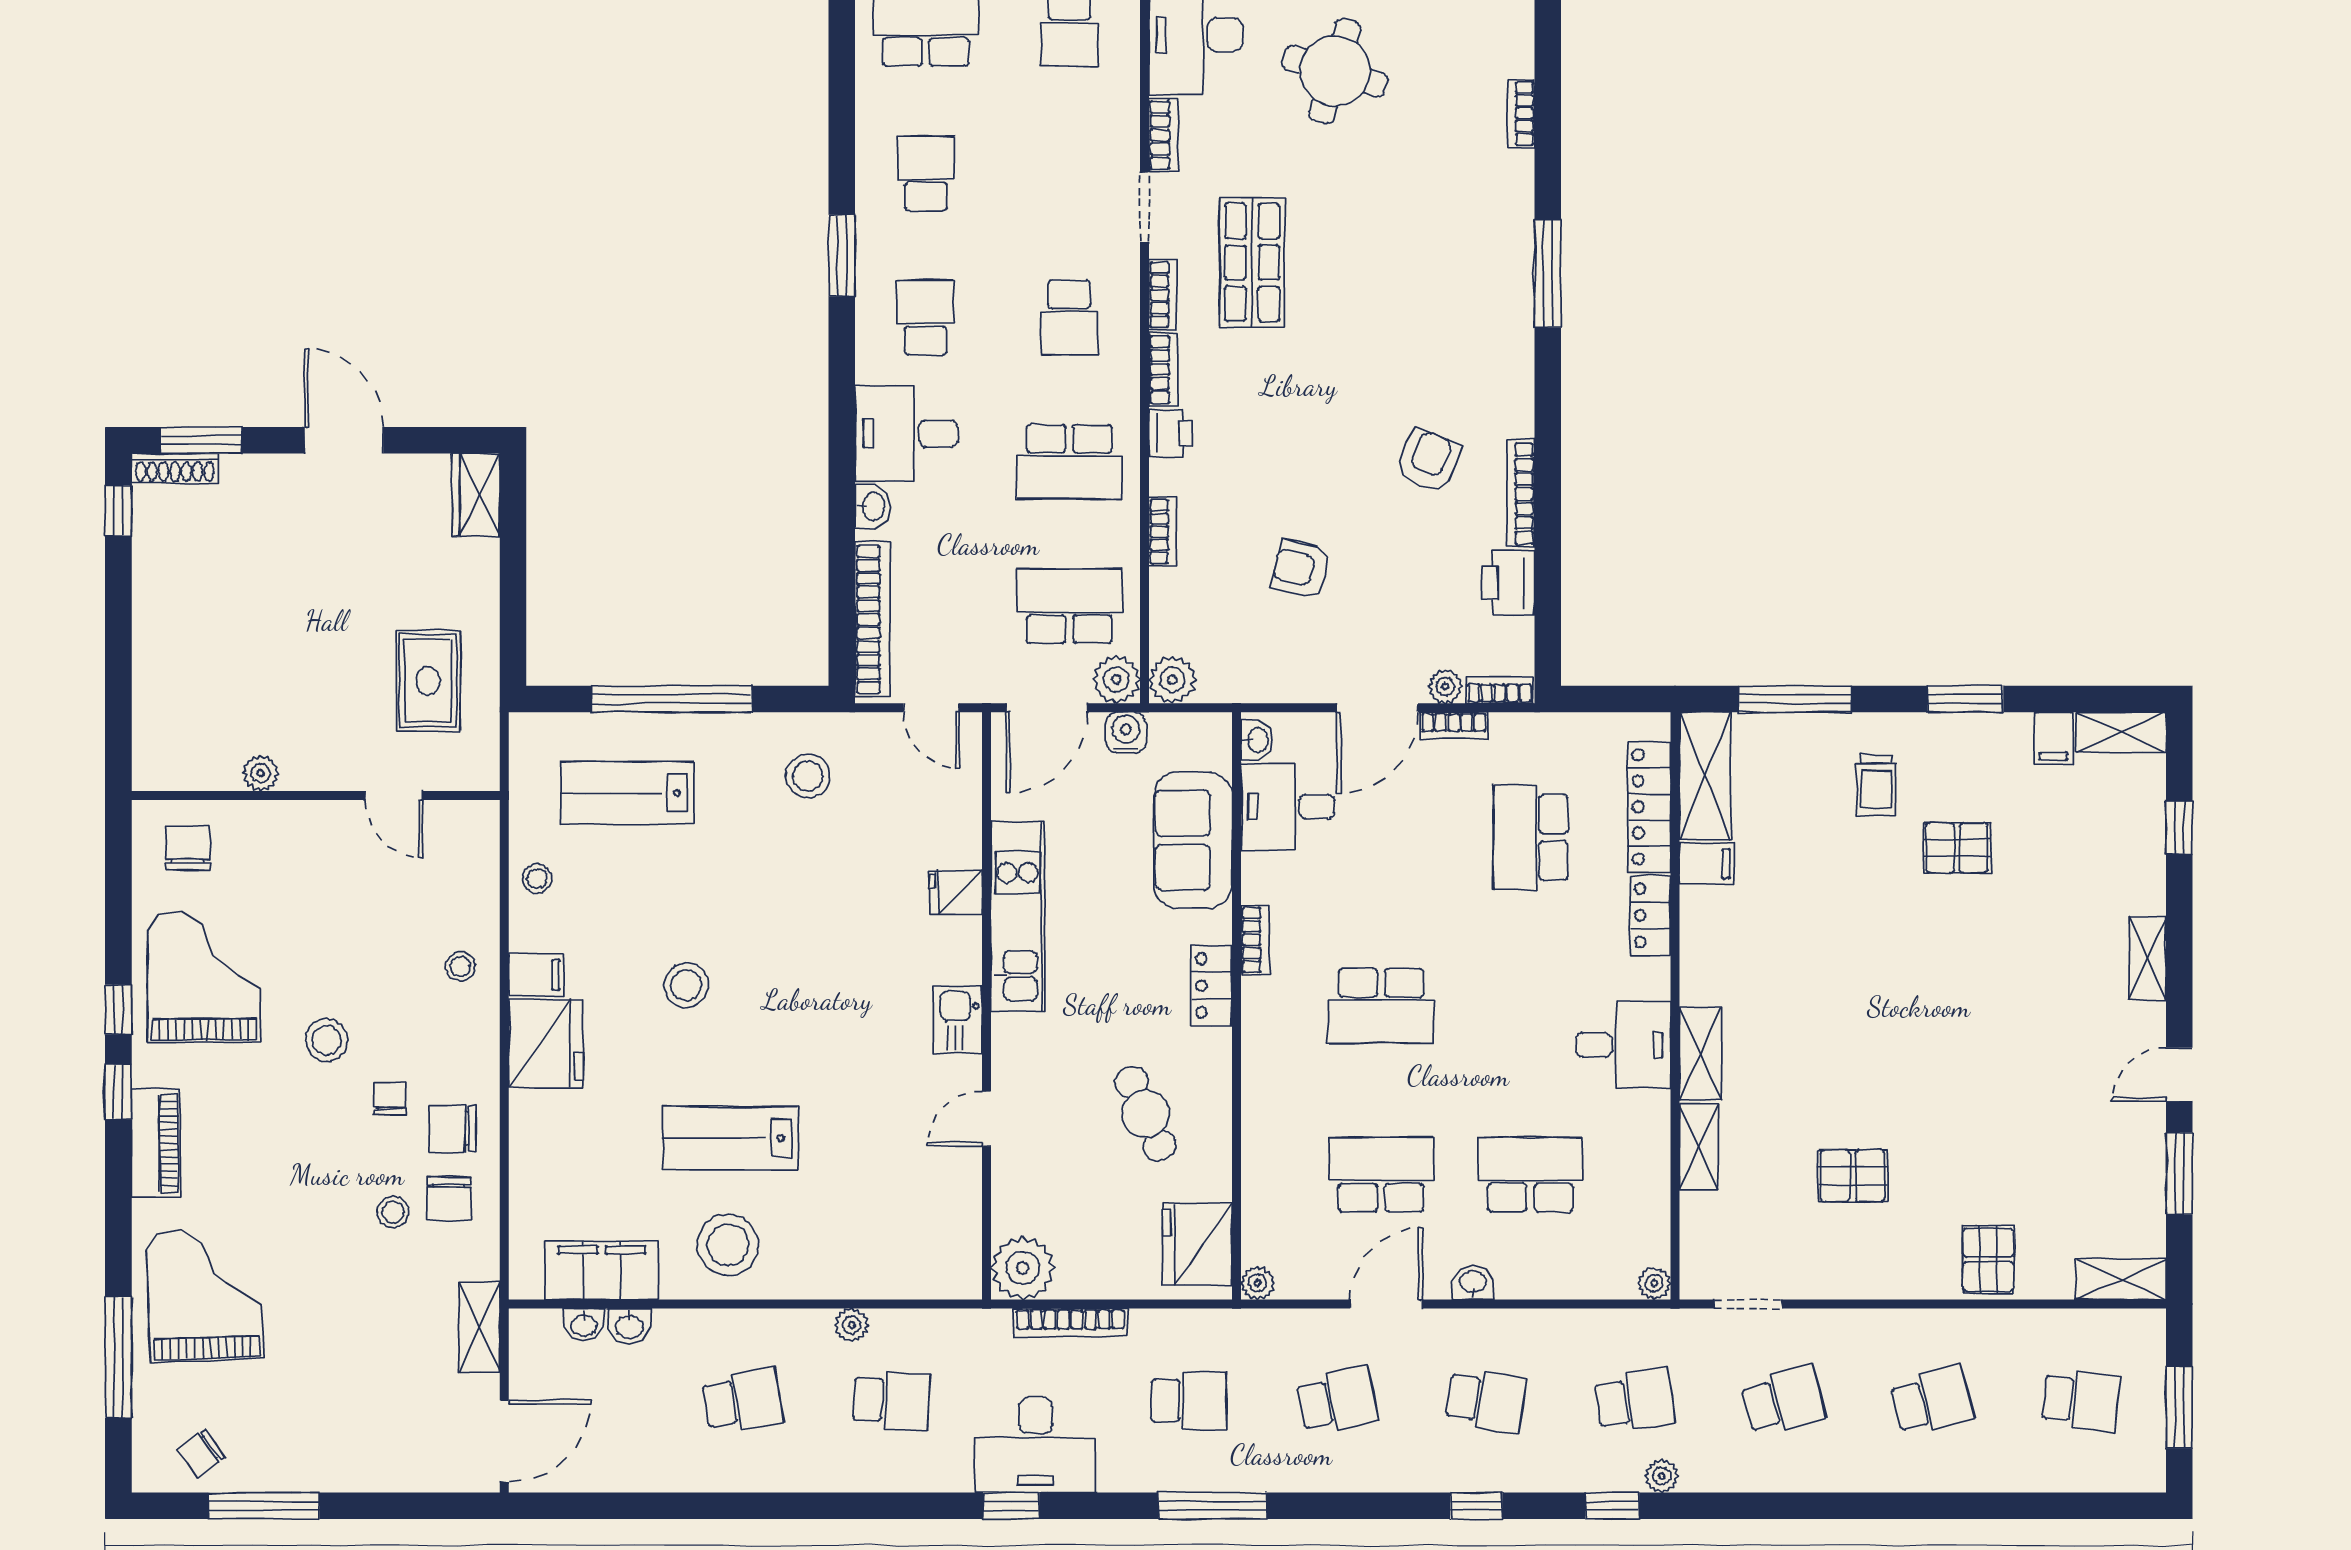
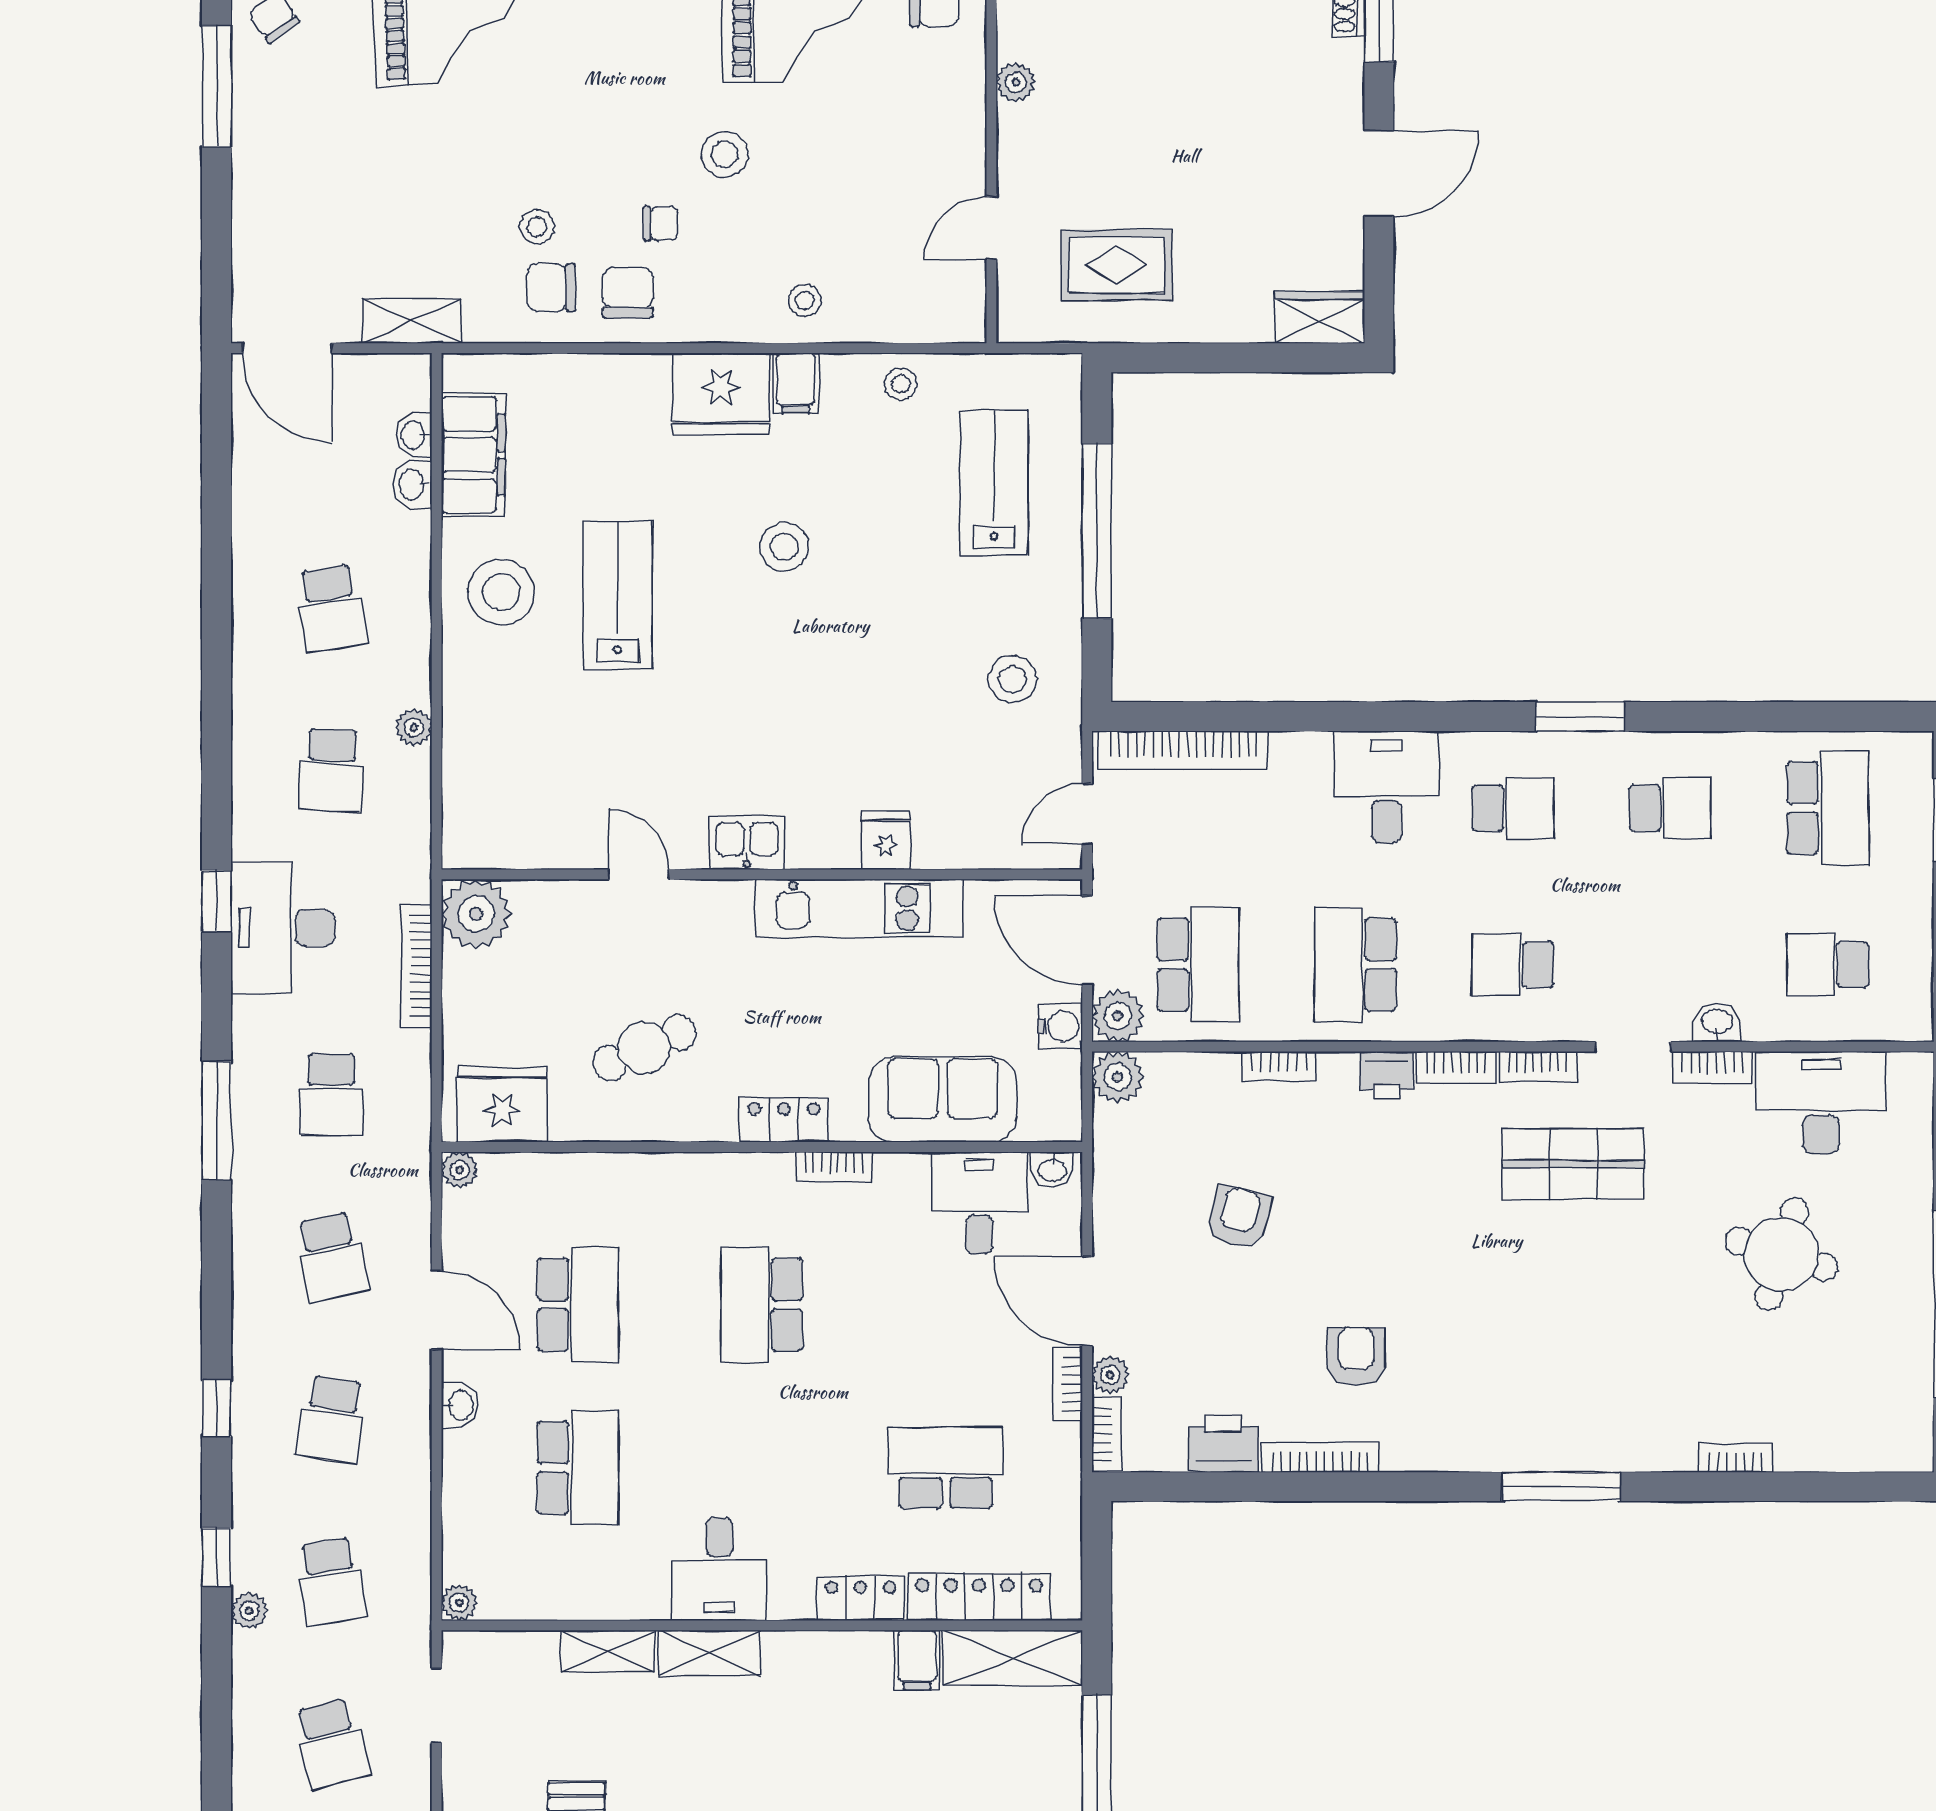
armchair: (1428, 461) -> (1356, 1356), turned -112
washbasin: (873, 506) -> (1717, 1023), moved, turned 180

